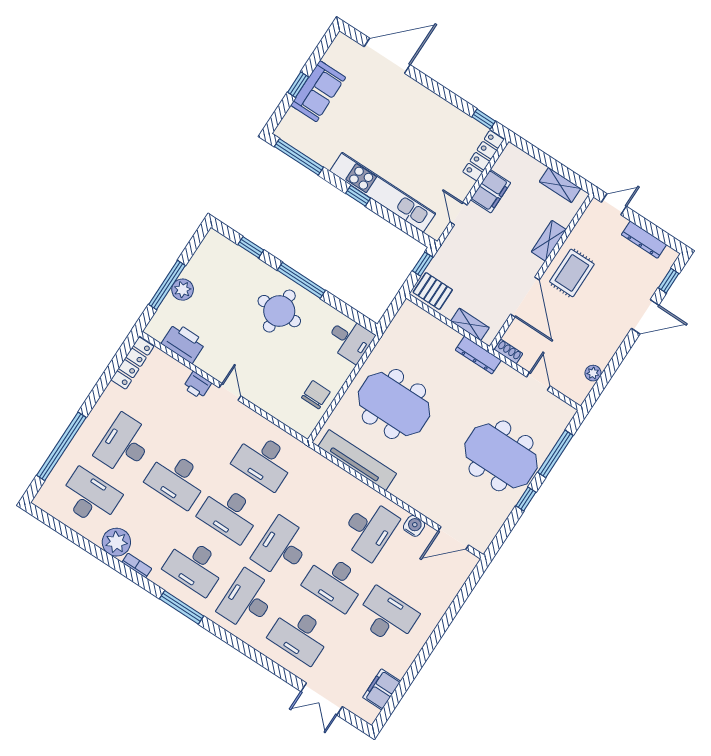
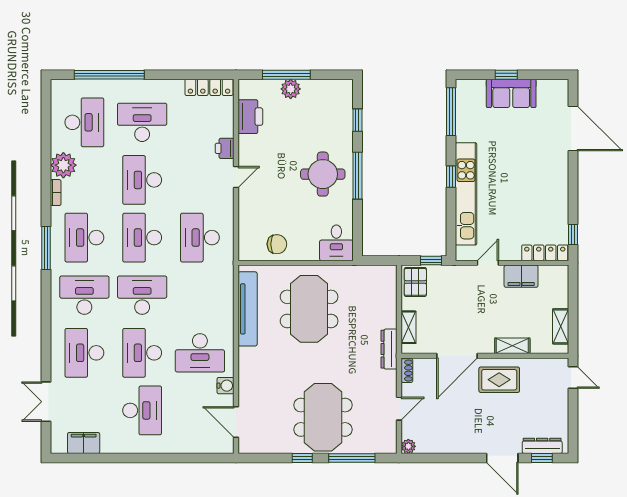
dresser: (644, 240) -> (542, 446), moved, turned 90
plant: (593, 373) -> (408, 446), moved

